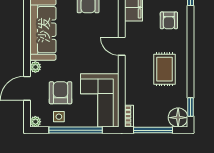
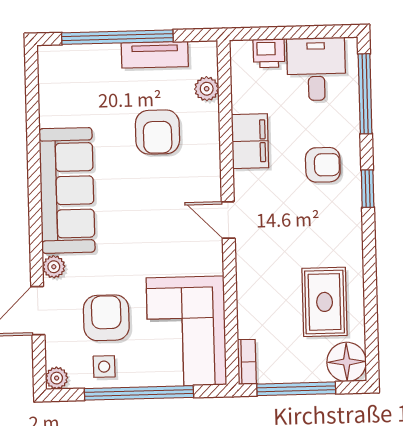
armchair: (169, 20) -> (323, 165), turned -90
rug: (164, 69) -> (325, 302), moved
window: (191, 107) -> (368, 189), moved

